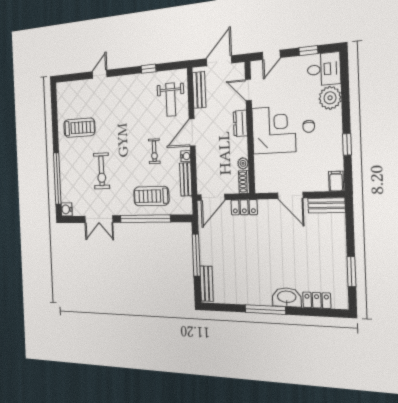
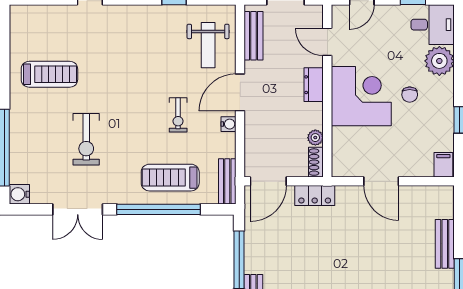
bench: (186, 179) -> (227, 181), moved
bench: (326, 205) -> (445, 244), moved, turned 90

